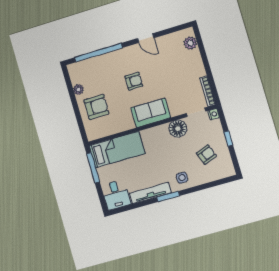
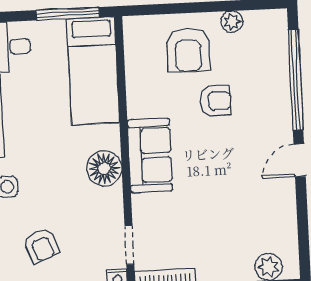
door: (146, 38) -> (300, 160), moved
armchair: (134, 81) -> (215, 101), moved, turned -90
floor lamp: (178, 129) -> (104, 168), moved

